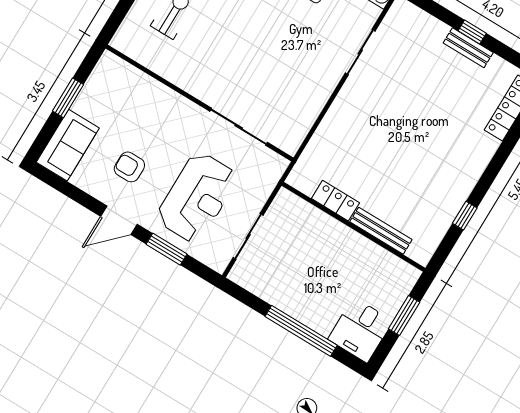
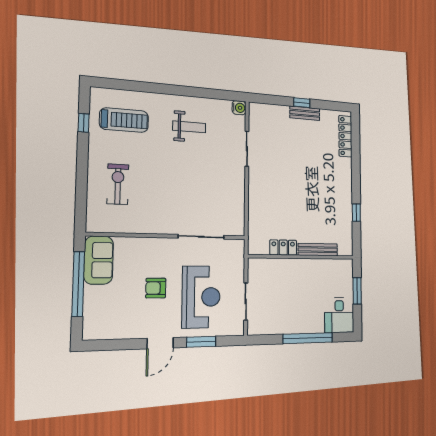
window: (68, 98) -> (78, 284), width x2.11
sofa: (68, 145) -> (99, 260), moved
armchair: (129, 167) -> (156, 288), moved

